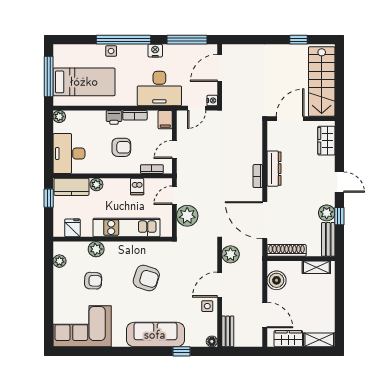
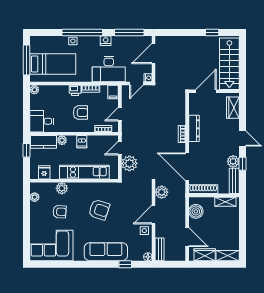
desk: (69, 154) -> (42, 121), width x0.73
dishwasher: (137, 187) -> (82, 142), moved

